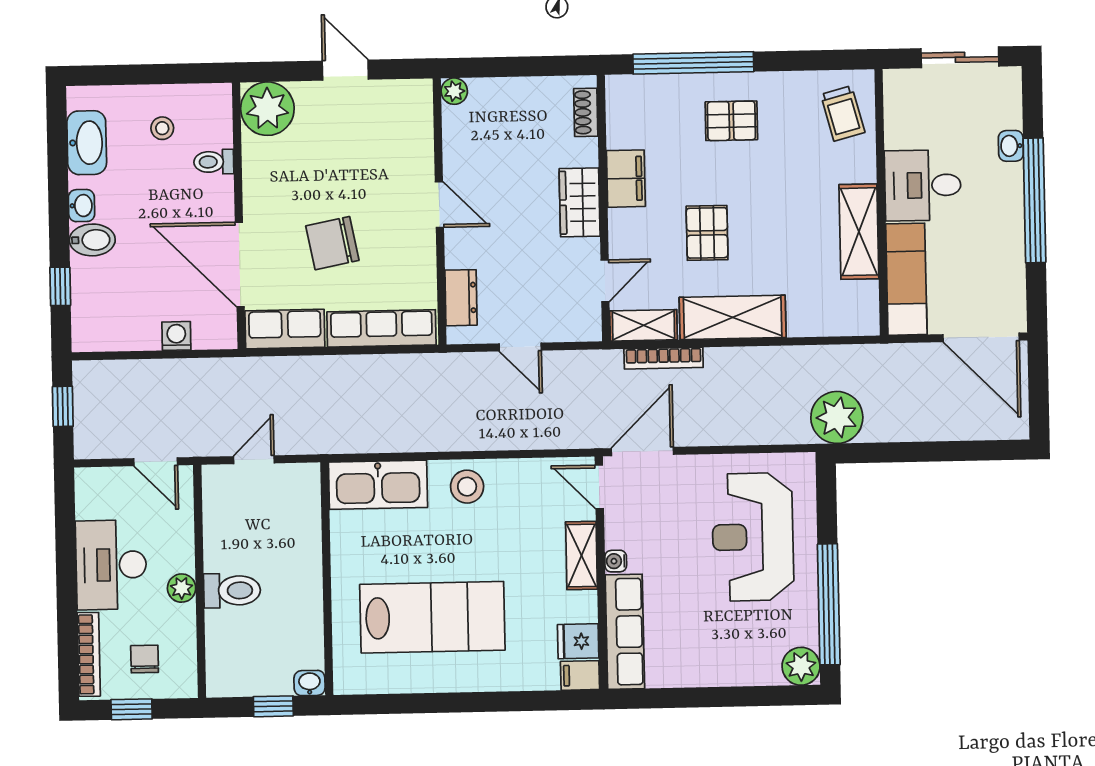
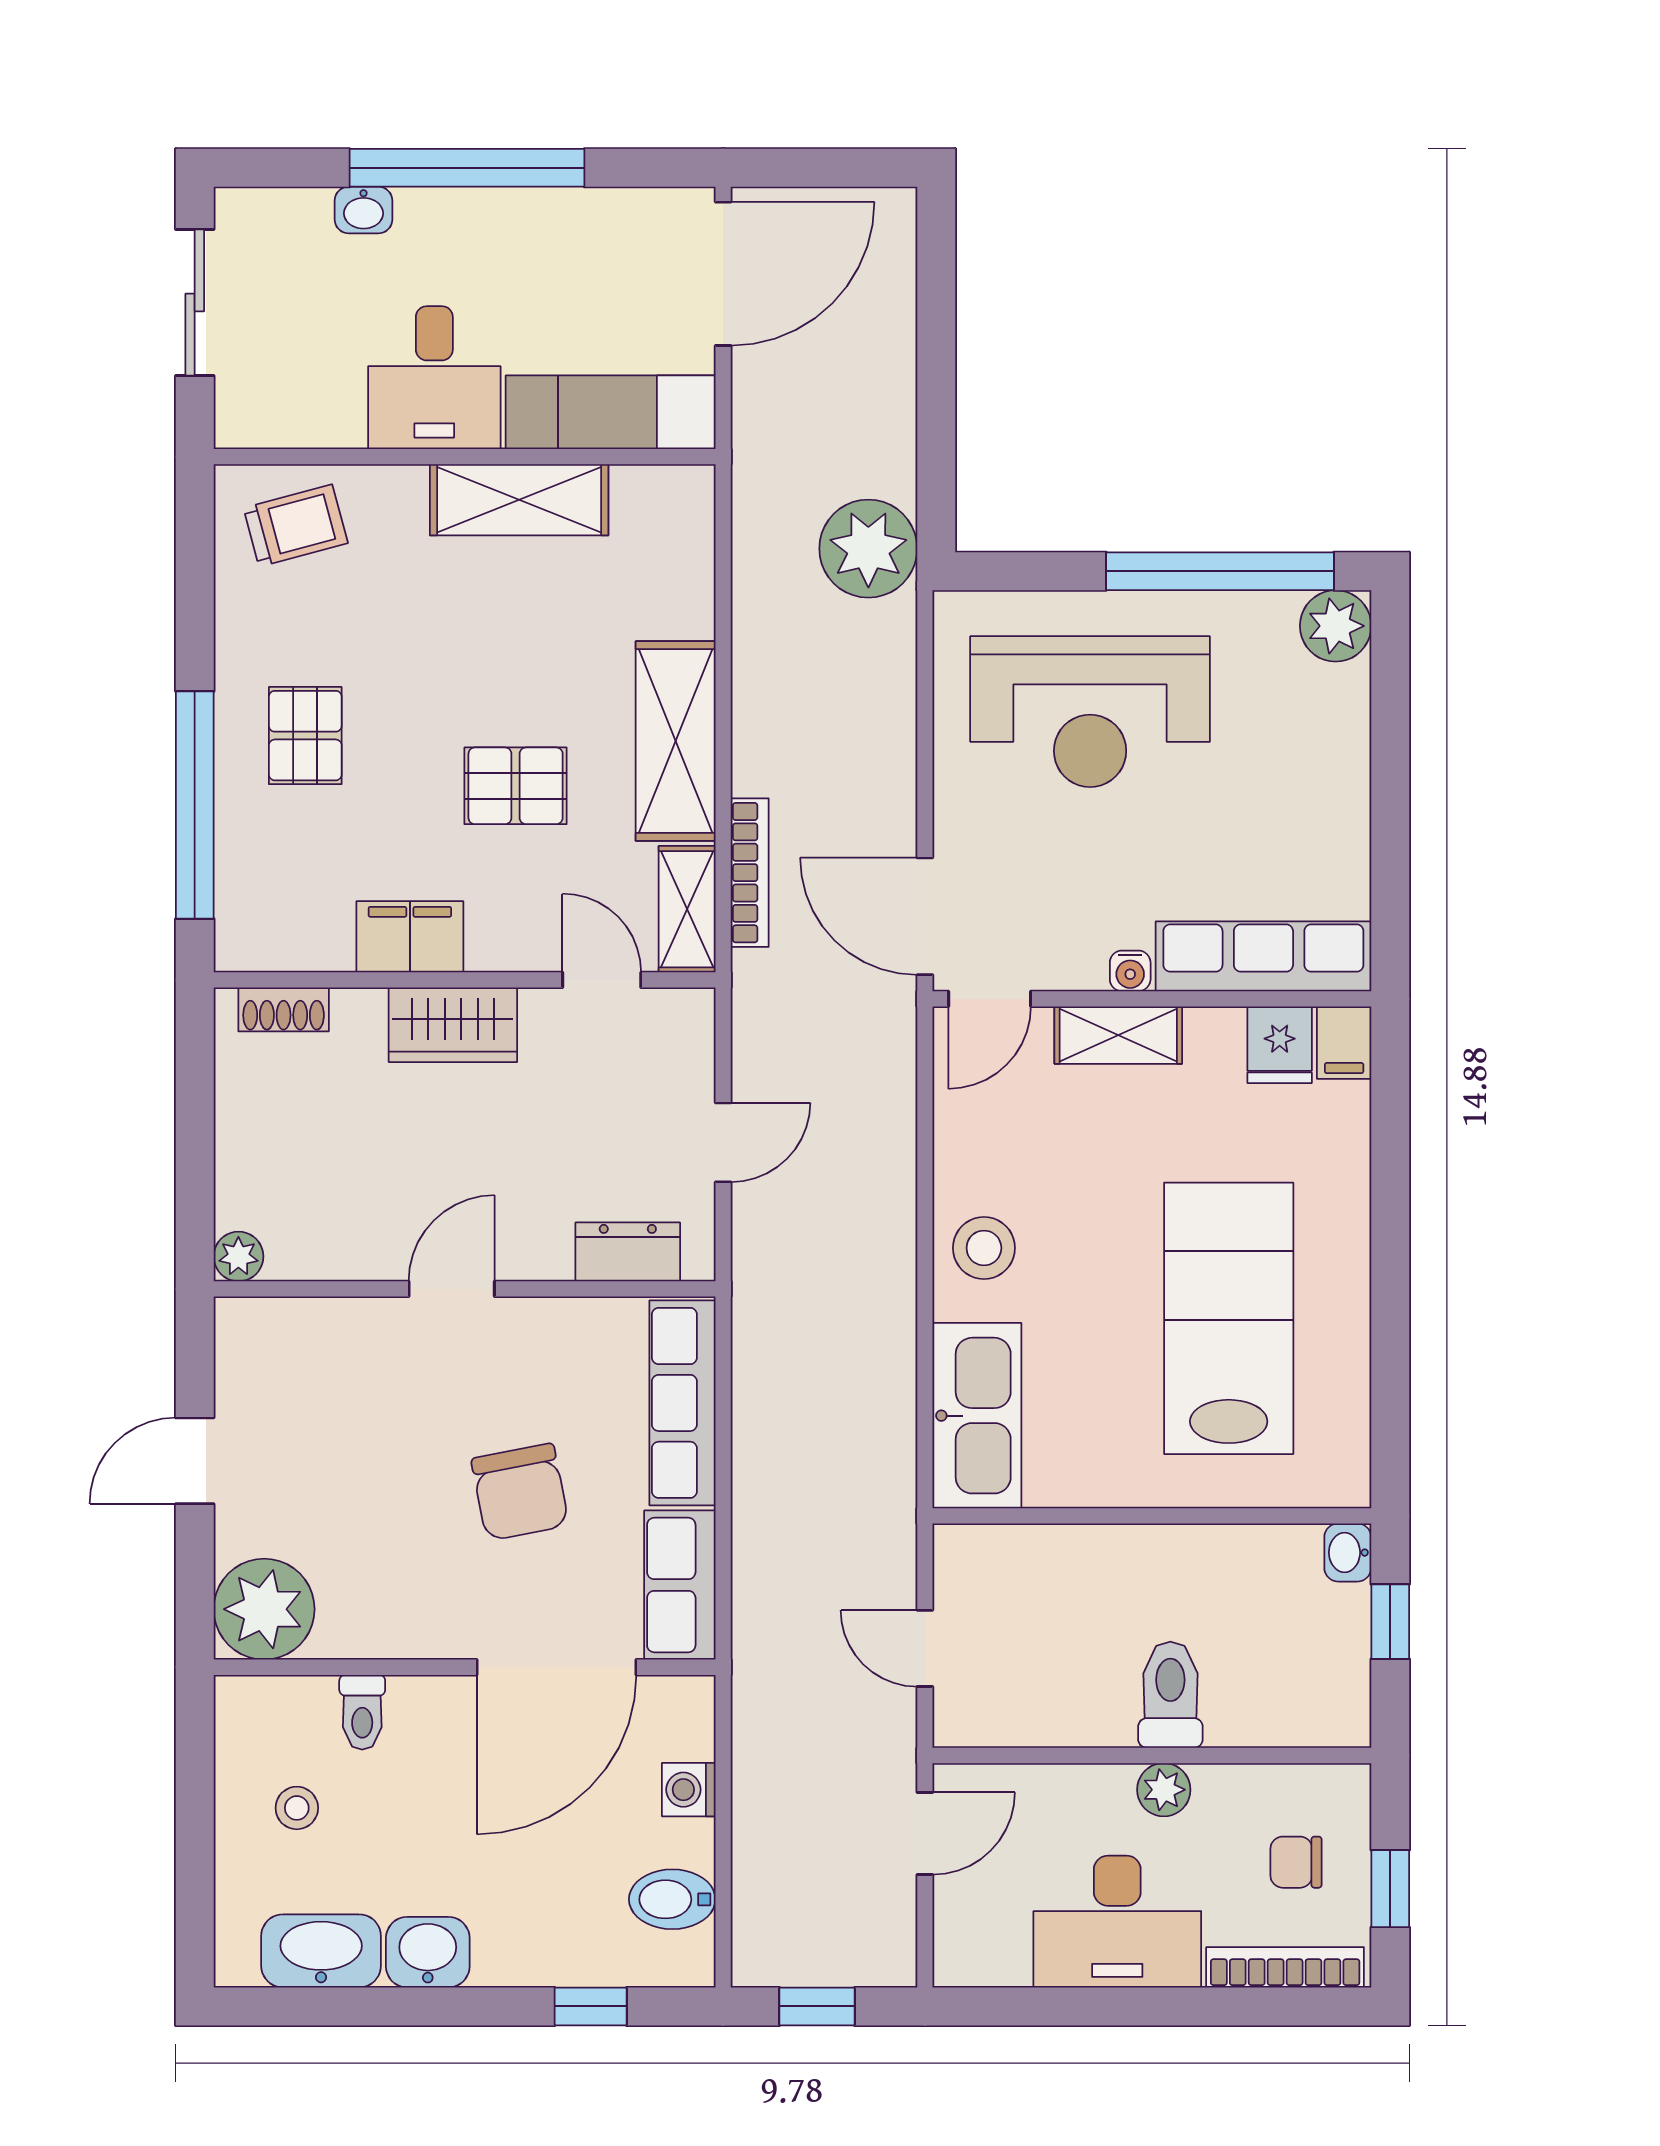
washbasin: (82, 206) -> (428, 1952), width x1.38, depth x1.45
bidet: (92, 240) -> (672, 1899), moved, turned -90

